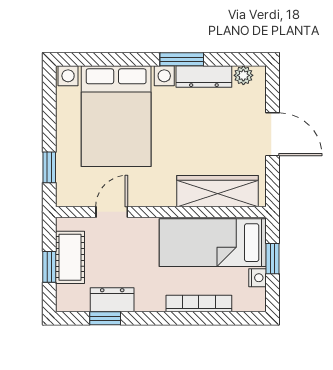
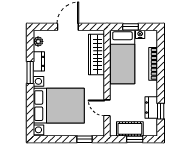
dresser: (204, 77) -> (39, 61), width x0.70

